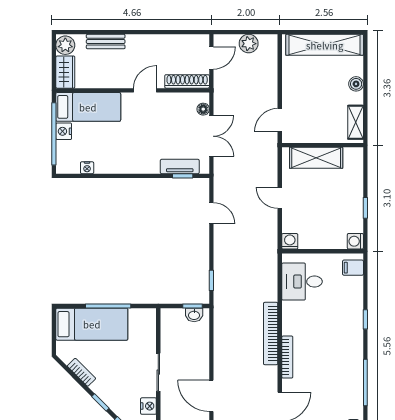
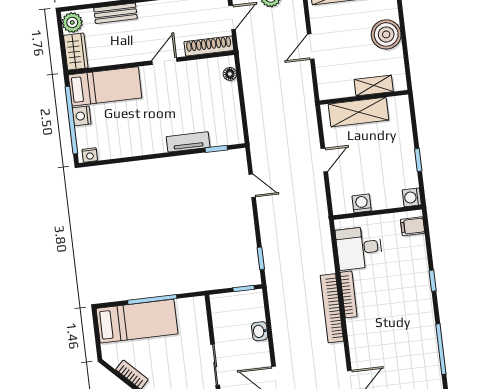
boiler: (356, 84) -> (386, 34), width x1.86, depth x1.86
door: (280, 120) -> (311, 47), moved
shelving: (356, 122) -> (374, 86), moved, turned 90
double door: (211, 136) -> (242, 102), removed
tv unit: (180, 166) -> (188, 142), moved
nightstand: (87, 168) -> (90, 155), moved
door: (280, 198) -> (324, 160), swing flipped
washing machine: (290, 241) -> (362, 203), moved
washbasin: (194, 315) -> (260, 331), moved, turned 90
bookcase: (287, 357) -> (349, 294), moved

